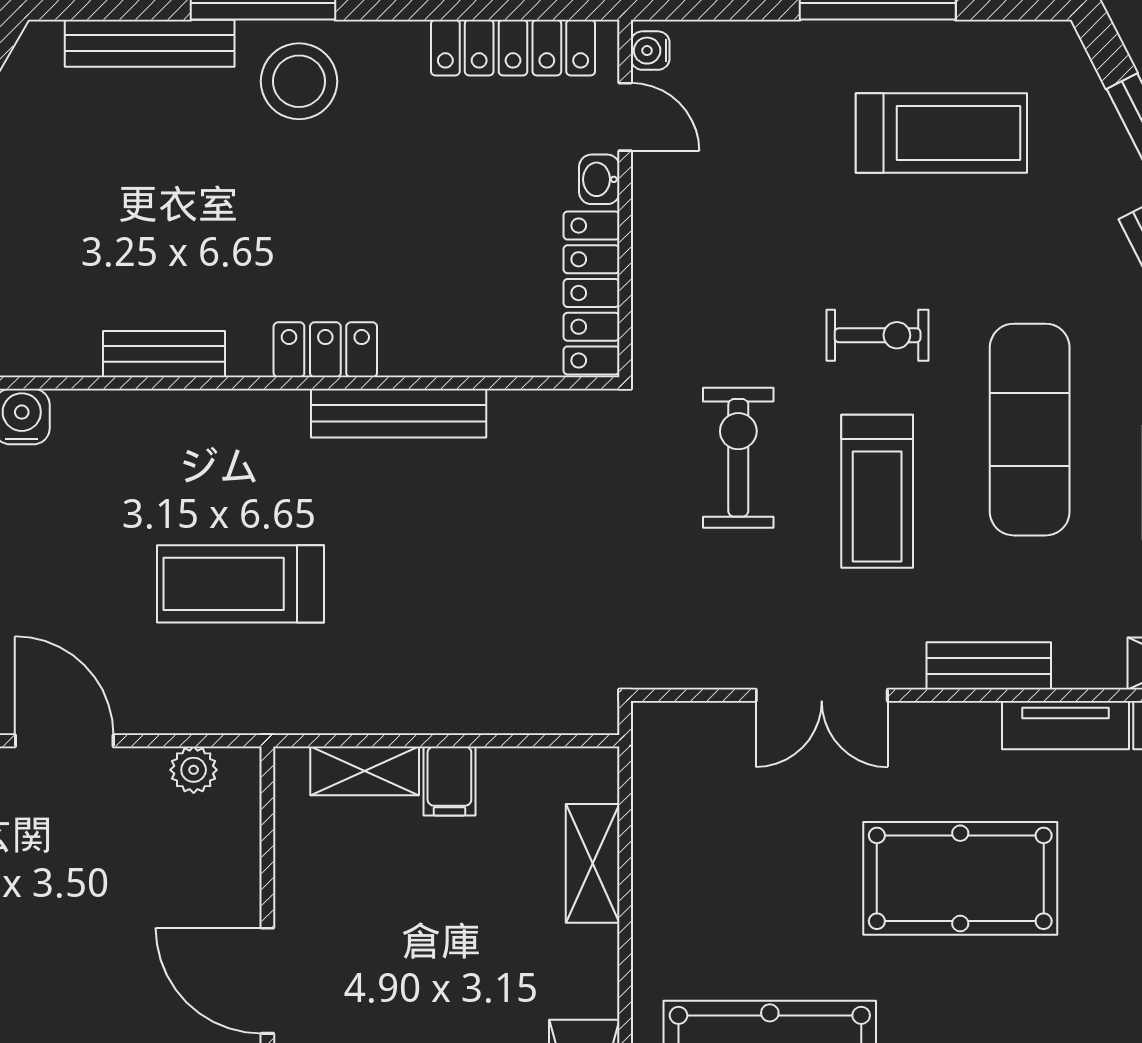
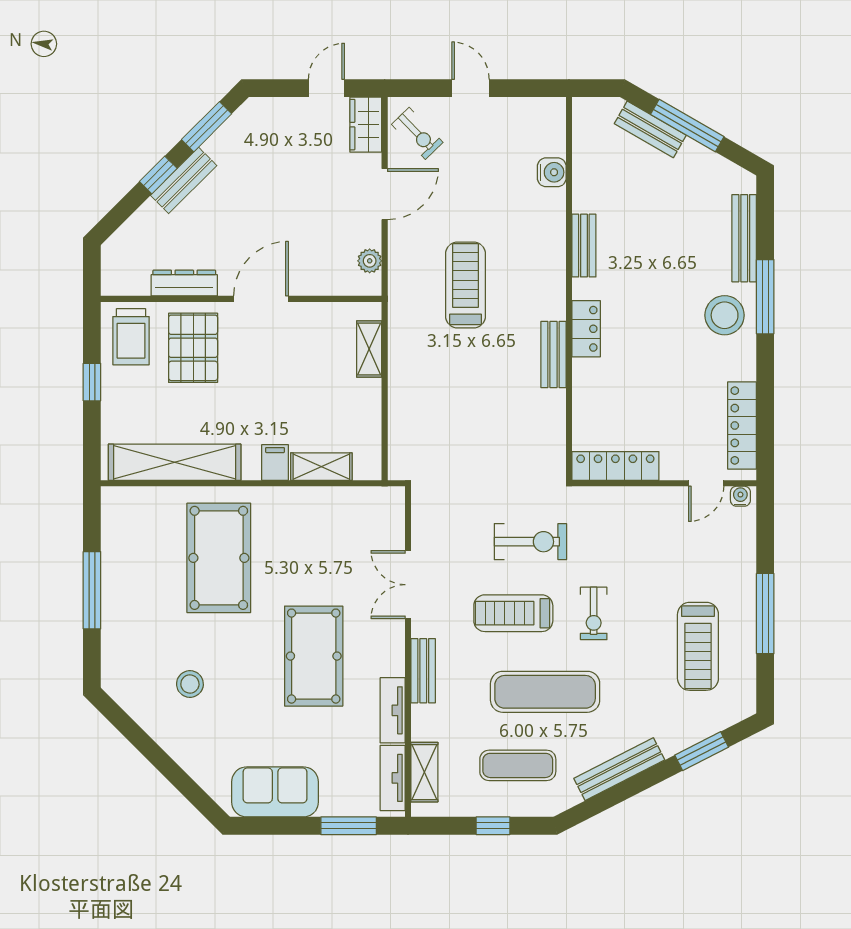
washbasin: (599, 179) -> (674, 470), removed
bench: (399, 413) -> (553, 354), width x0.73
filing cabinet: (449, 781) -> (275, 463), moved, turned 90

